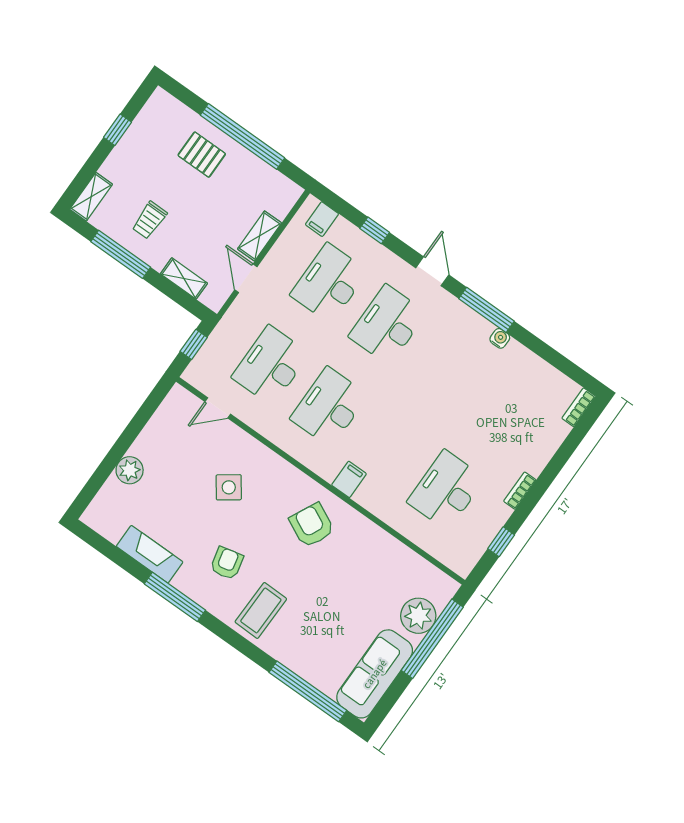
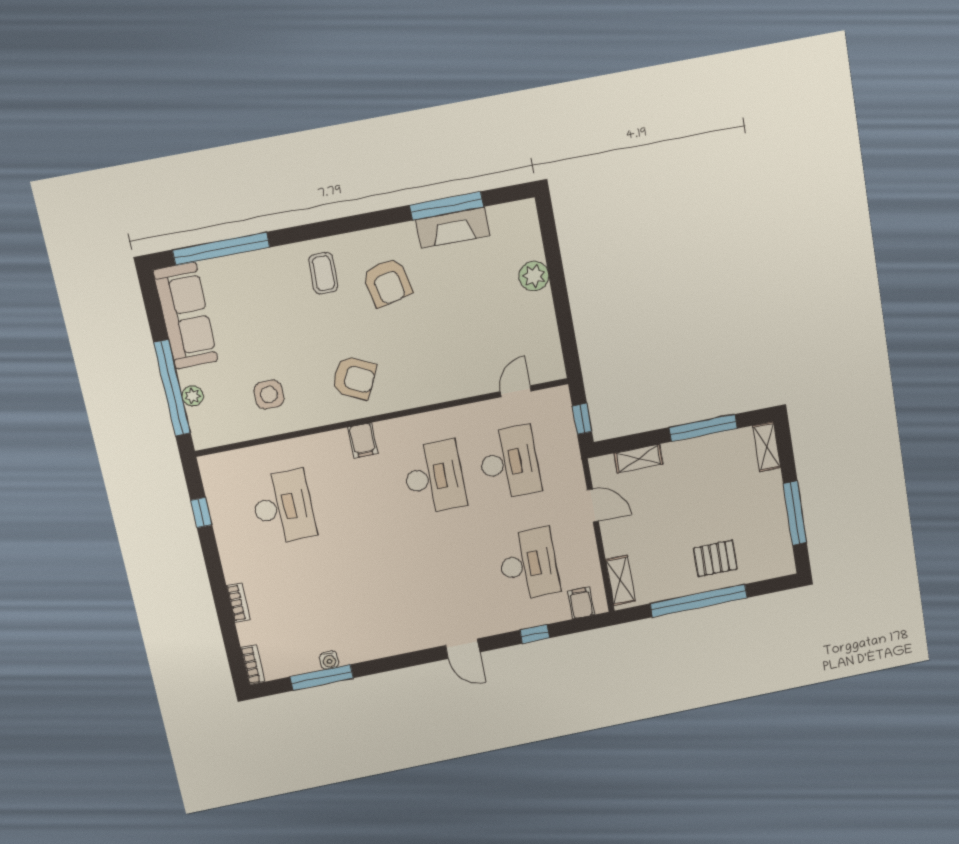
window: (117, 130) -> (795, 513), width x2.17
trolley: (149, 220) -> (707, 474), removed
shelving: (260, 236) -> (620, 580), moved
window: (486, 310) -> (322, 677), moved
desk: (387, 325) -> (455, 579), removed
water cooler: (500, 338) -> (329, 660), moved
side table: (229, 487) -> (269, 395), moved, turned 36
bookcase: (520, 491) -> (238, 603), moved
armchair: (227, 563) -> (387, 282), width x1.38, depth x1.38
window: (175, 597) -> (447, 206), moved
coffee table: (261, 610) -> (323, 273), width x0.73, depth x0.77
plant: (418, 616) -> (193, 396), width x0.53, depth x0.53

